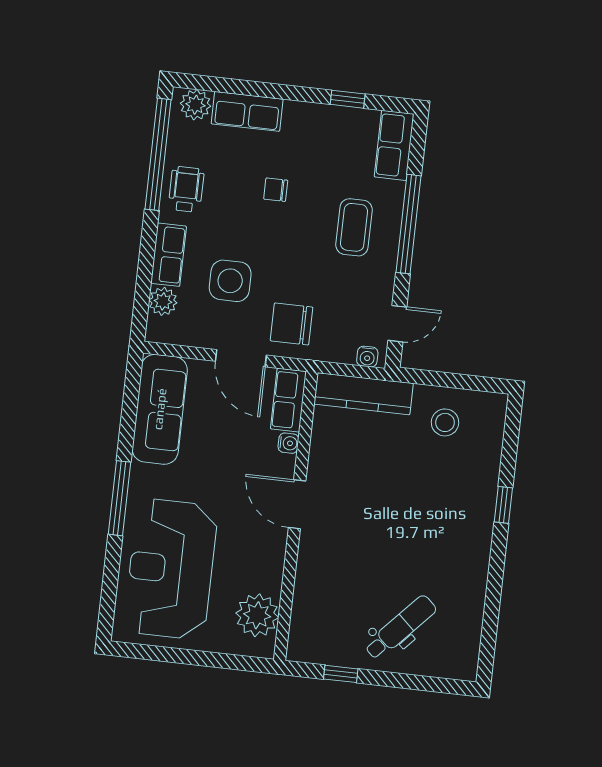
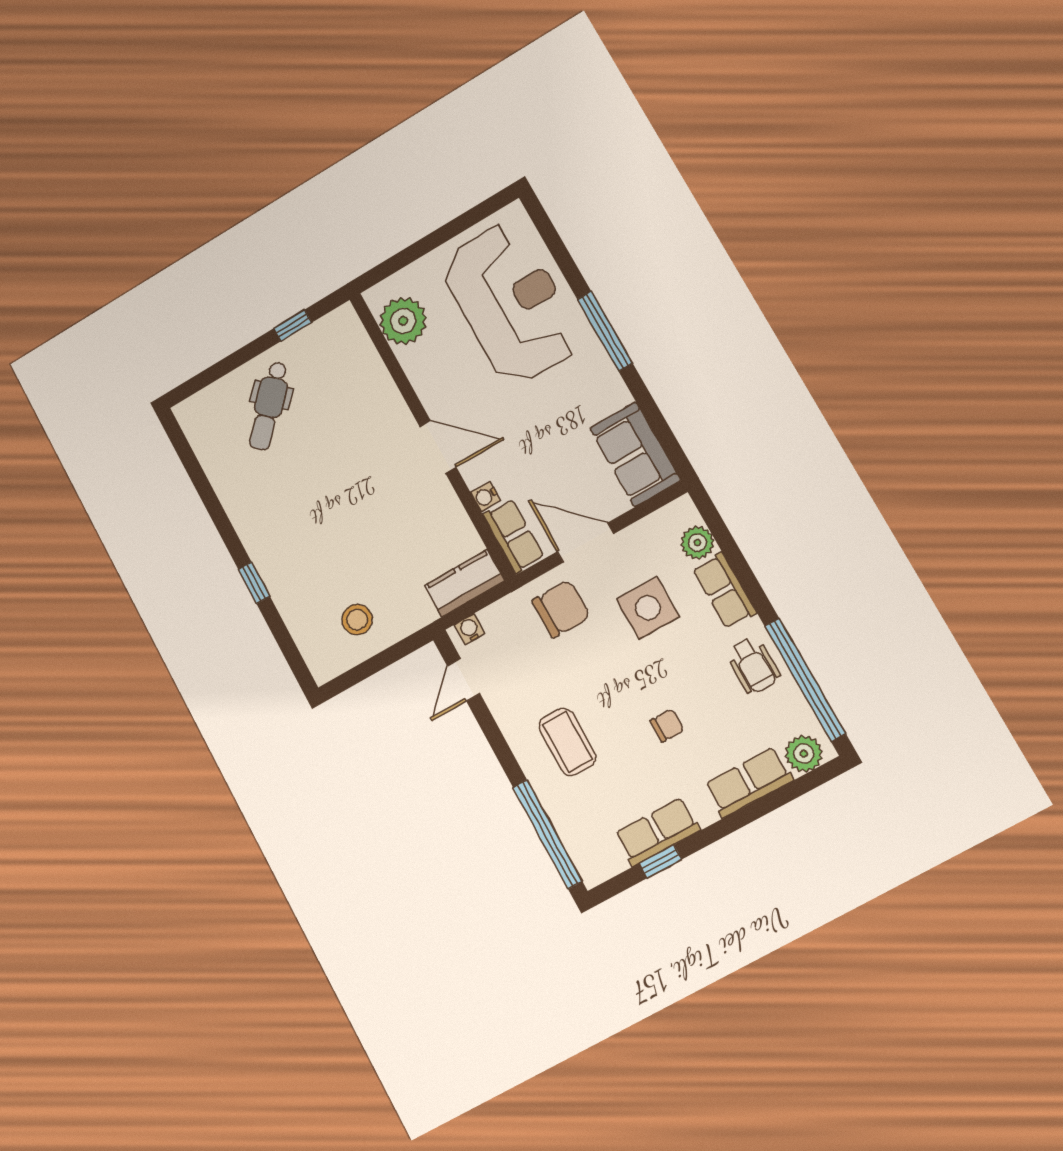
row of seats: (394, 145) -> (657, 832), moved, turned -90
window: (409, 224) -> (547, 834), moved
kitchen counter: (364, 394) -> (465, 583), width x0.67
sofa: (160, 409) -> (635, 454), width x0.73

